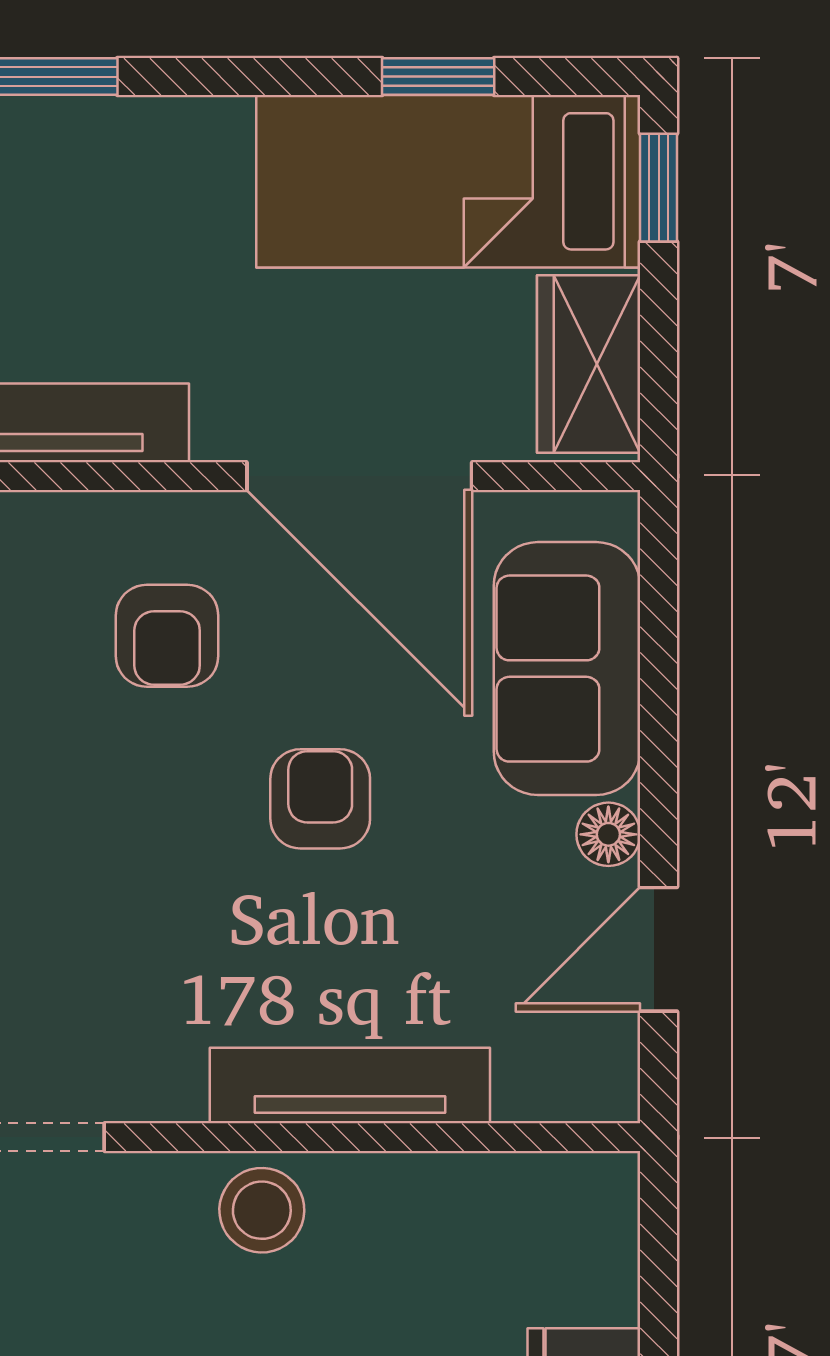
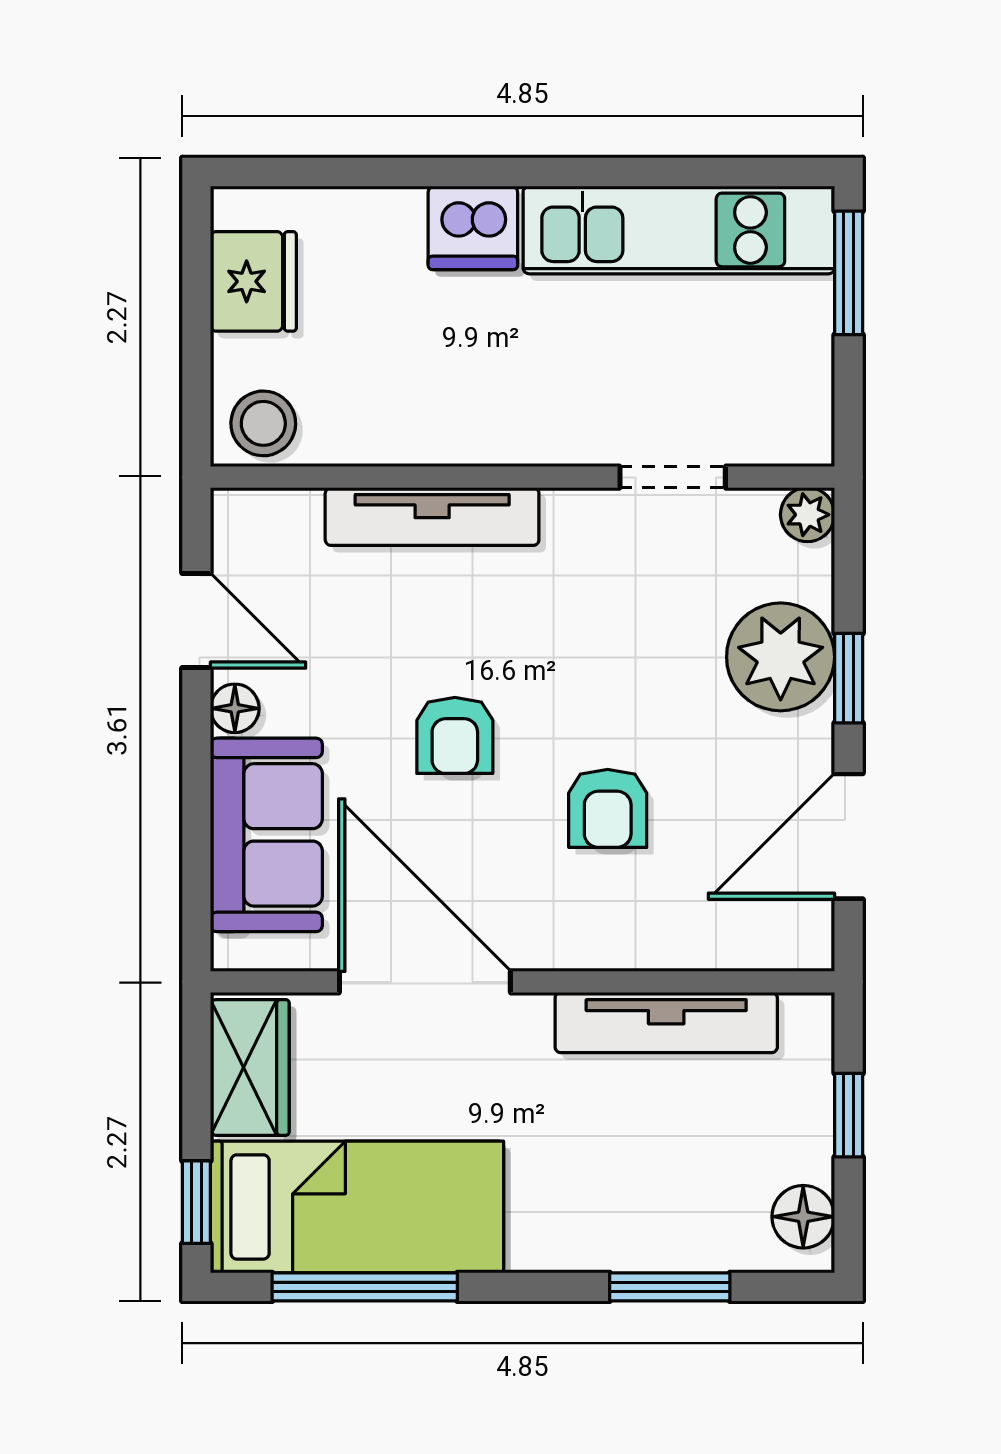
window: (438, 77) -> (365, 1287), width x2.17
armchair: (167, 636) -> (608, 808), moved, turned 180
door: (659, 949) -> (196, 621), hinge flipped
stool: (262, 1210) -> (263, 423), moved

